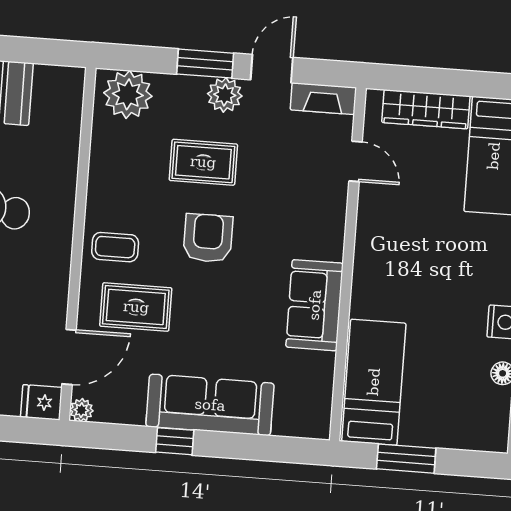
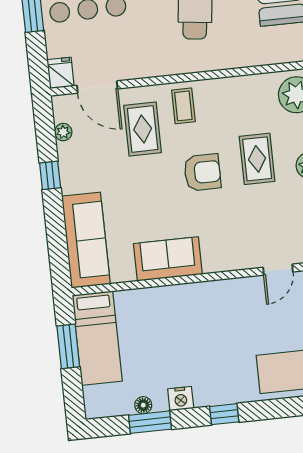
bed: (374, 382) -> (97, 338), moved, turned 90
sofa: (210, 405) -> (86, 240), moved
plant: (81, 410) -> (63, 132), moved

